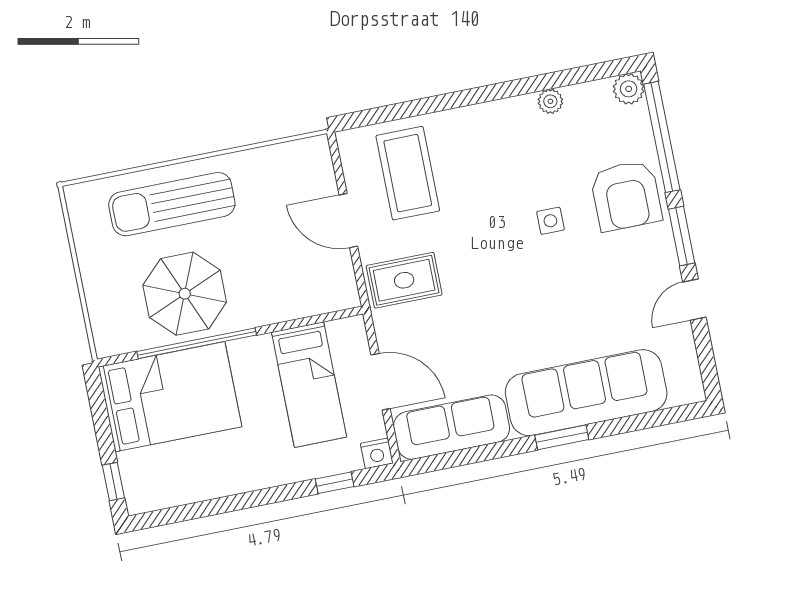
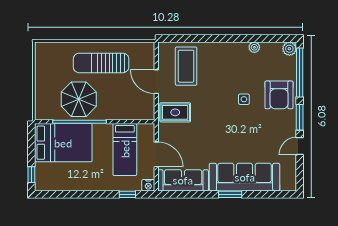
sun lounger: (172, 204) -> (101, 63), moved

